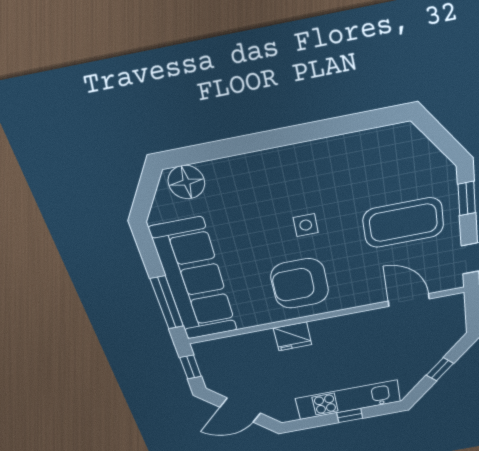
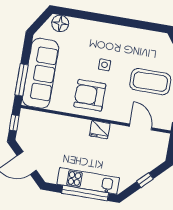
fridge: (293, 336) -> (100, 130), moved
window: (350, 416) -> (85, 193), width x3.17

